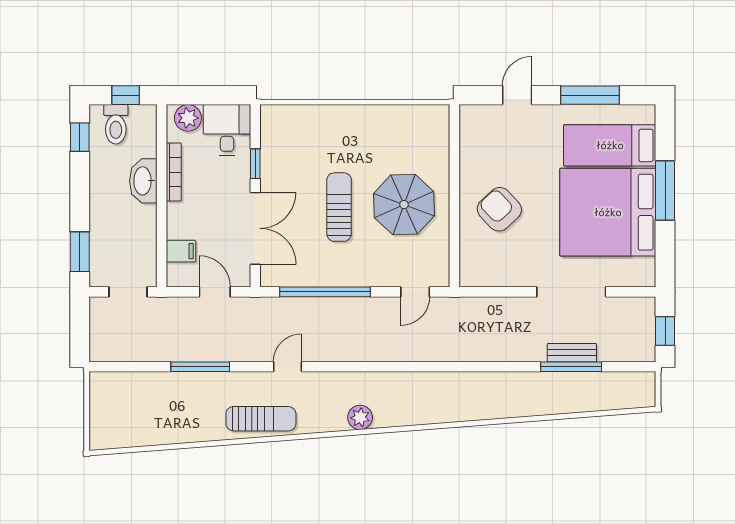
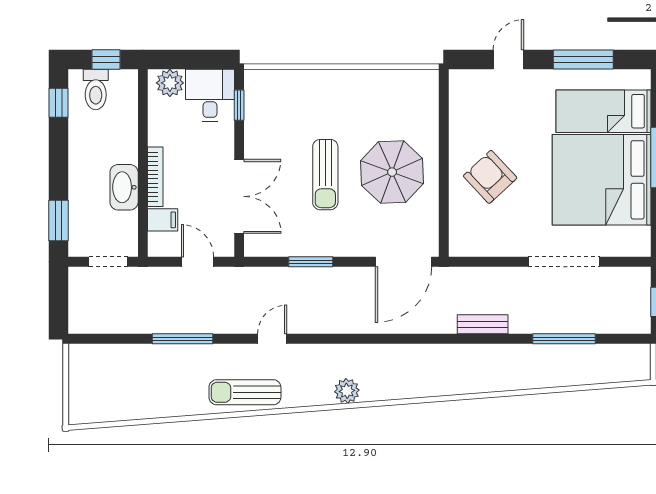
window: (255, 164) -> (239, 105), moved
bookcase: (174, 172) -> (155, 177), moved
washbasin: (143, 181) -> (124, 187), moved
sun lounger: (339, 207) -> (325, 175), turned 180
window: (325, 292) -> (311, 262), width x0.47
door: (415, 292) -> (404, 262), width x1.88
bench: (572, 353) -> (483, 324), moved
sun lounger: (261, 419) -> (245, 392), turned 180

